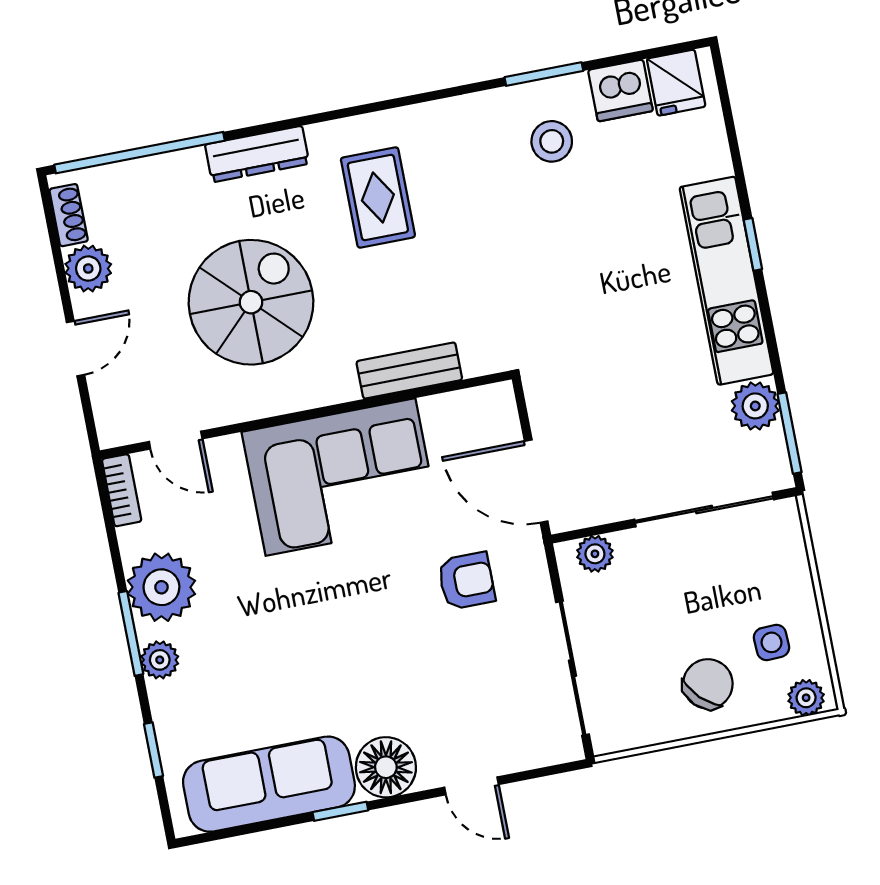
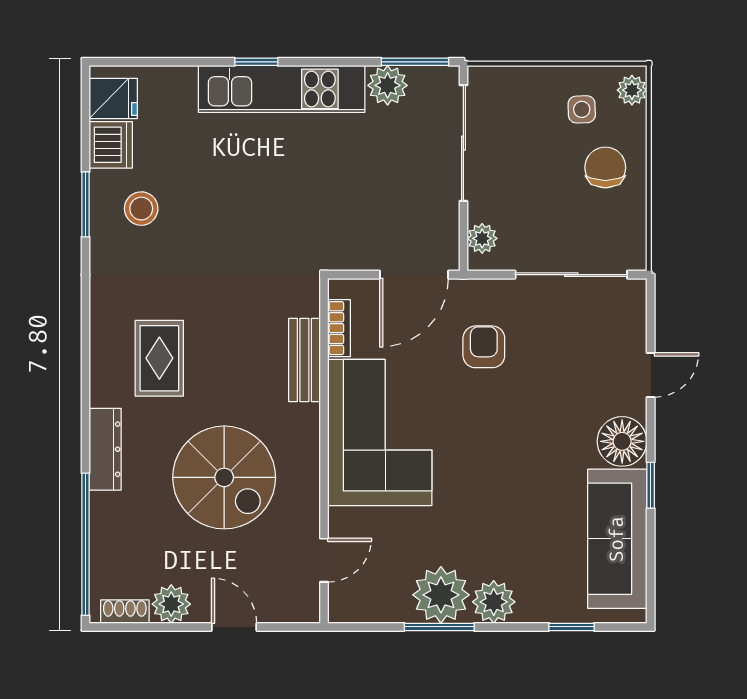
rug: (378, 197) -> (159, 358), turned 90
spiral stairs: (251, 302) -> (224, 477), turned 180
bookcase: (122, 490) -> (339, 328), moved, turned 90
window: (131, 633) -> (439, 627), moved
plant: (160, 660) -> (494, 602), width x1.38, depth x1.38
chair: (708, 684) -> (605, 167), turned 45

